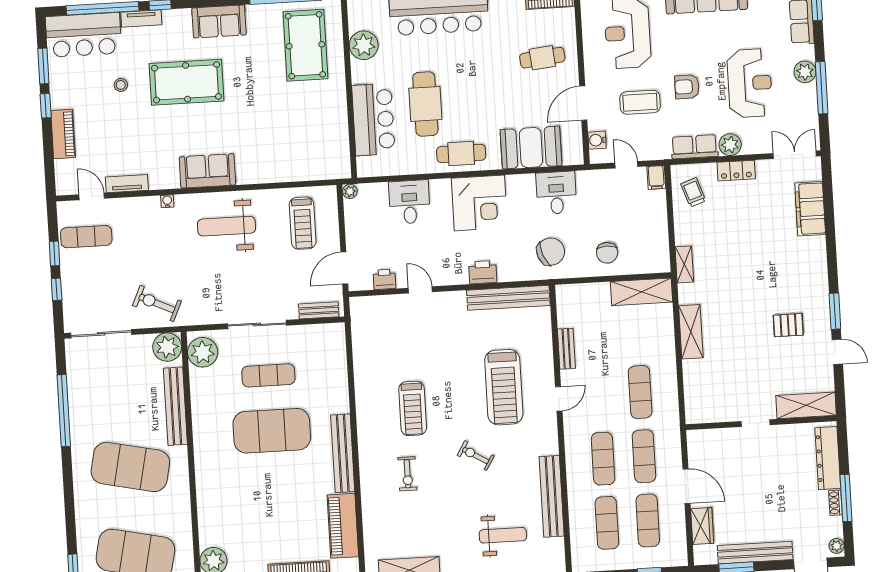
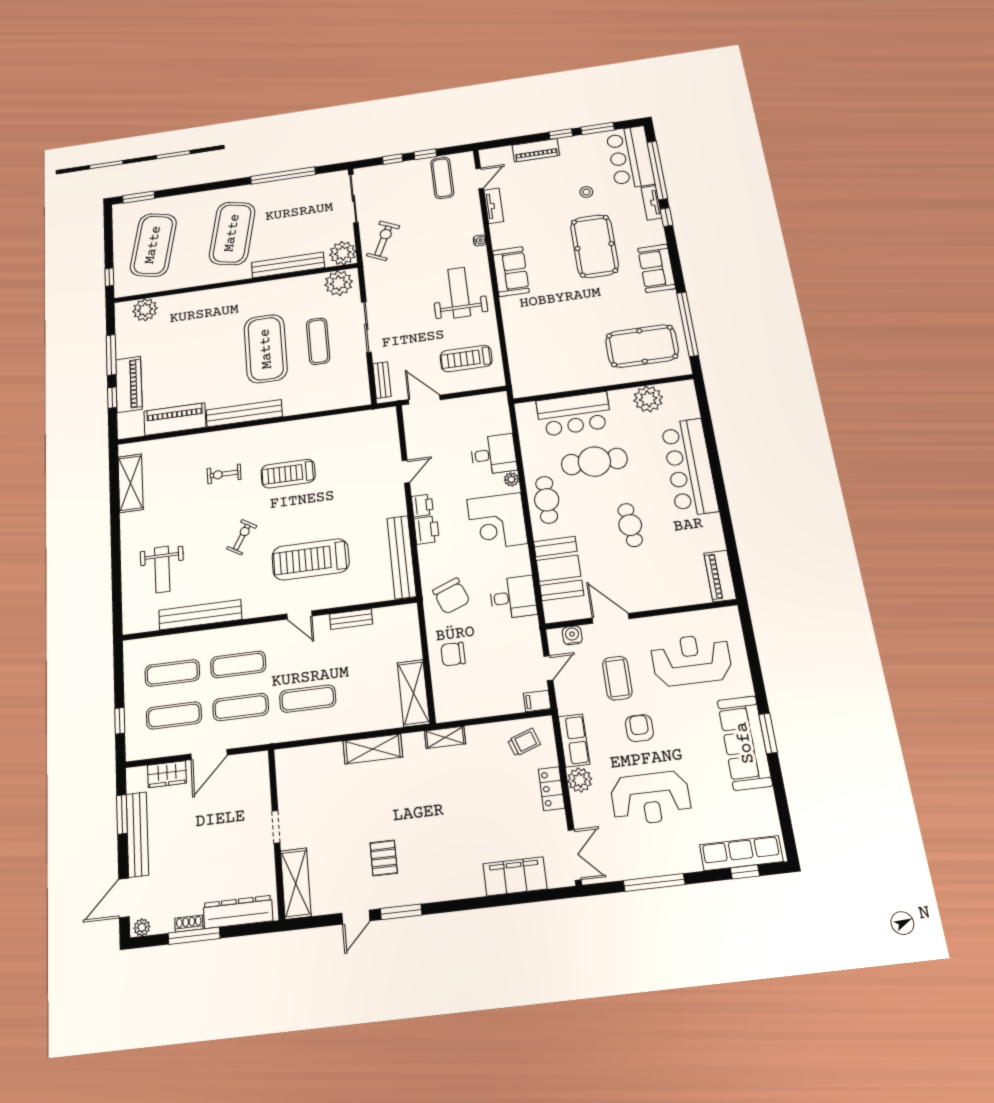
cafe table: (542, 58) -> (630, 525), moved
plant: (805, 72) -> (670, 862), removed
plant: (350, 191) -> (511, 479), moved
printer: (384, 279) -> (422, 505), moved

